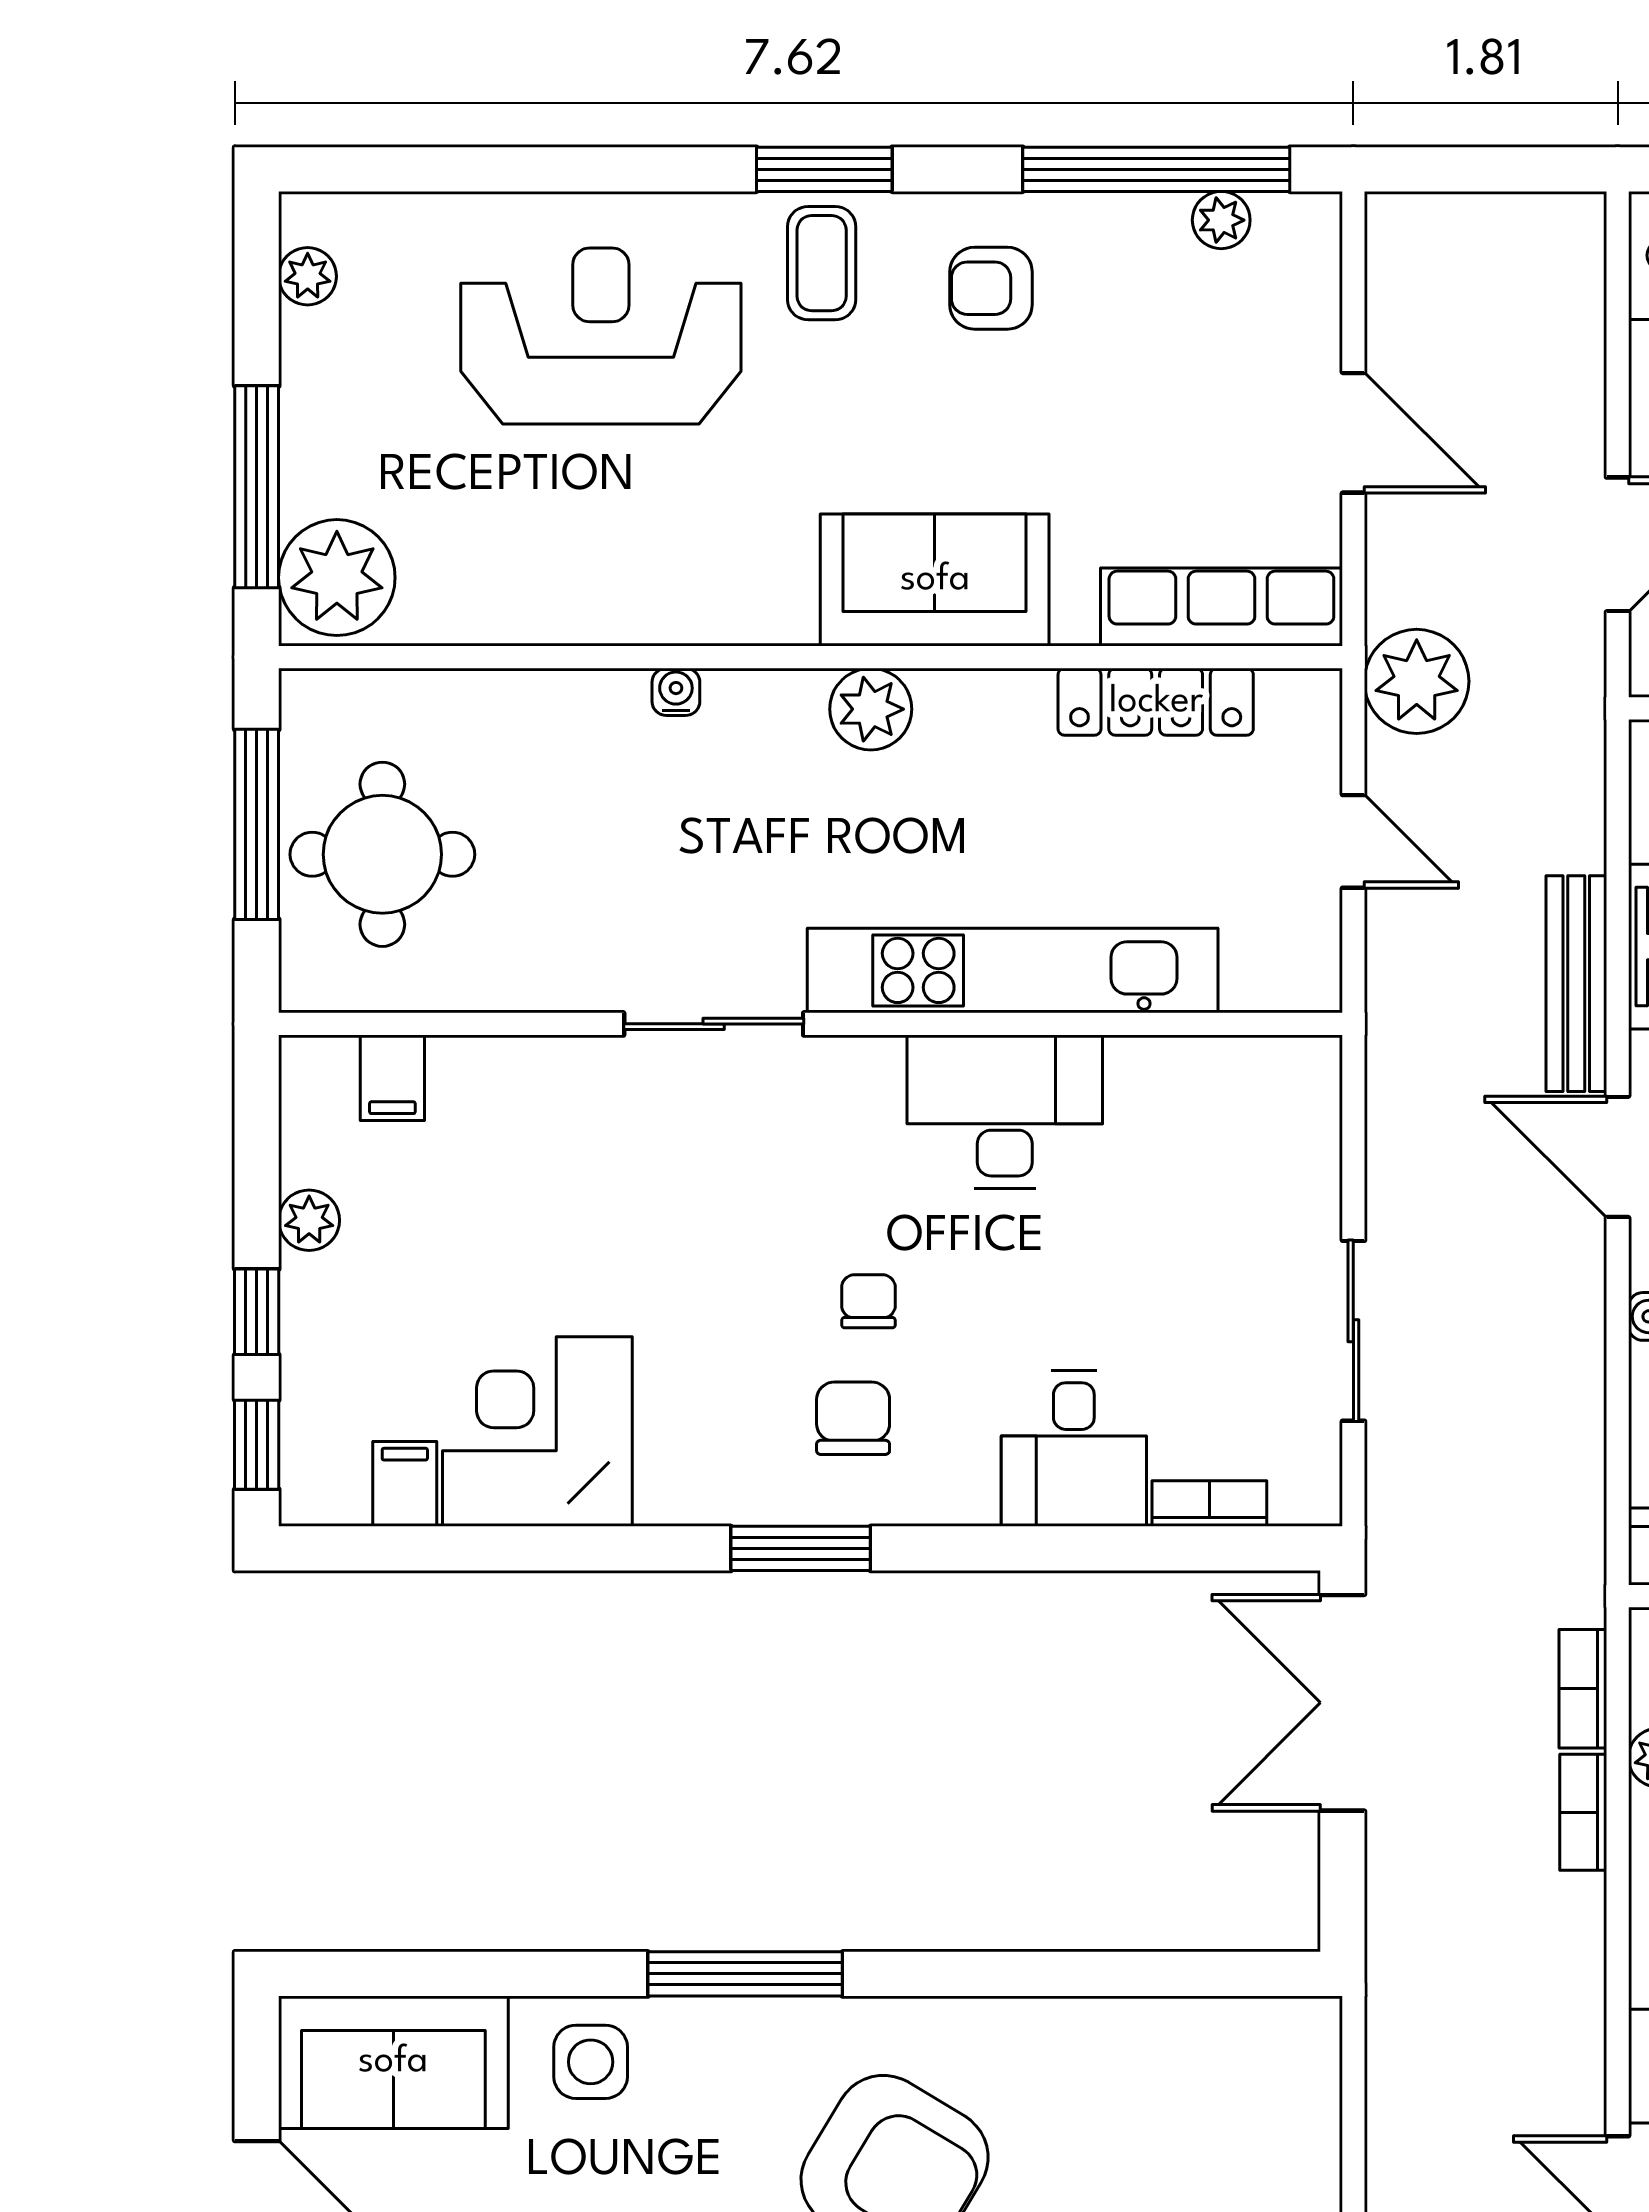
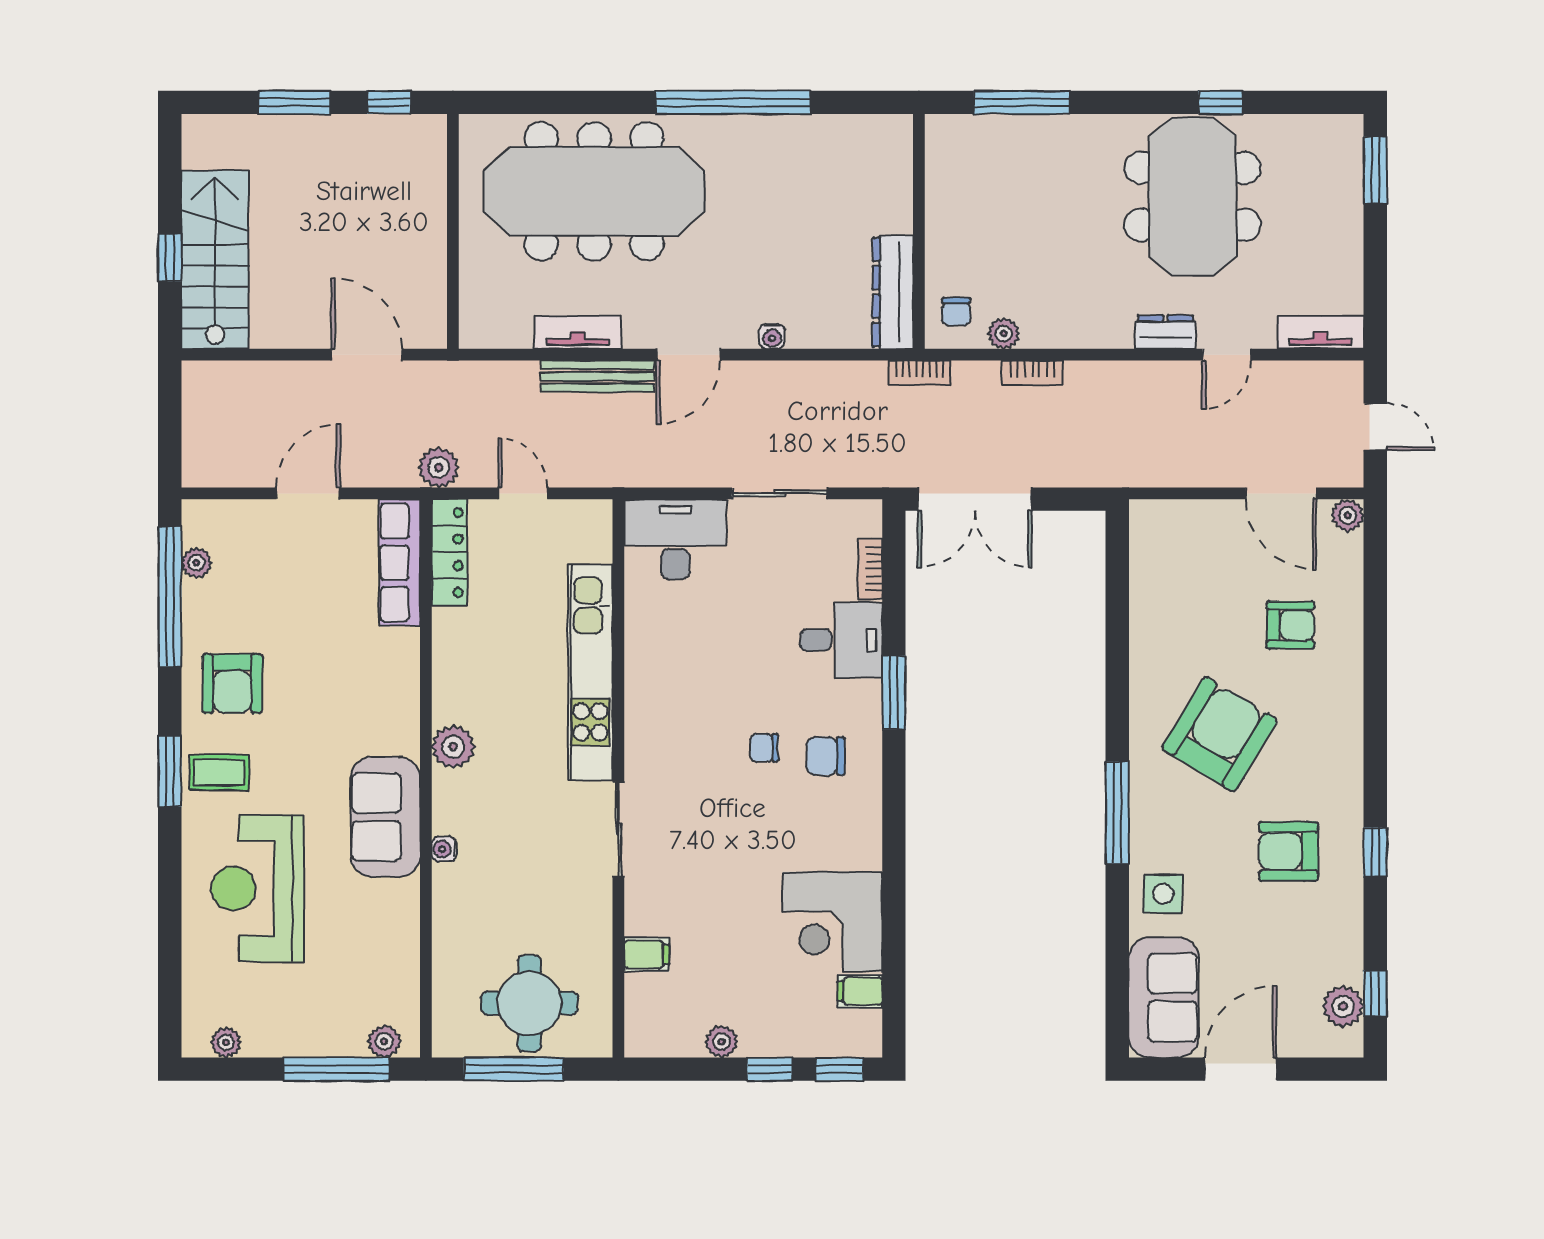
armchair: (991, 288) -> (232, 684), width x1.38, depth x1.38
plant: (337, 578) -> (384, 1041), width x0.53, depth x0.53
sofa: (935, 580) -> (385, 817), moved
plant: (1417, 681) -> (439, 467), width x0.73, depth x0.73
locker: (1156, 702) -> (449, 552), moved
door: (1353, 841) -> (523, 493), hinge flipped
filing cabinet: (392, 1078) -> (647, 954), moved
desk: (1005, 1112) -> (675, 539), moved, turned 90
window: (801, 1548) -> (894, 692), moved
bookcase: (1583, 1689) -> (920, 373), moved

